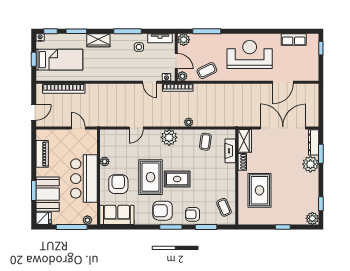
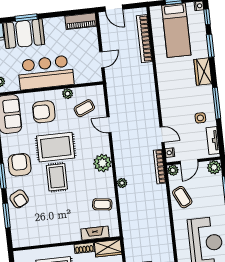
door: (150, 82) -> (162, 135), swing flipped
piano: (42, 154) -> (81, 21), moved
armchair: (118, 184) -> (44, 112), turned 180
coffee table: (224, 207) -> (84, 108), moved
armchair: (193, 214) -> (19, 199), turned 153

